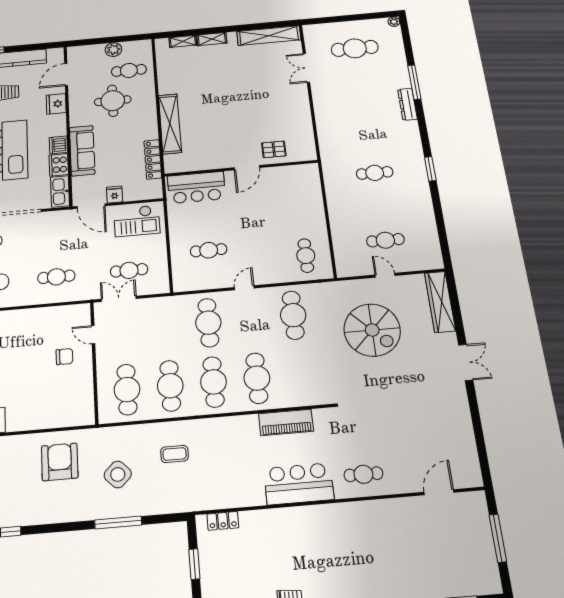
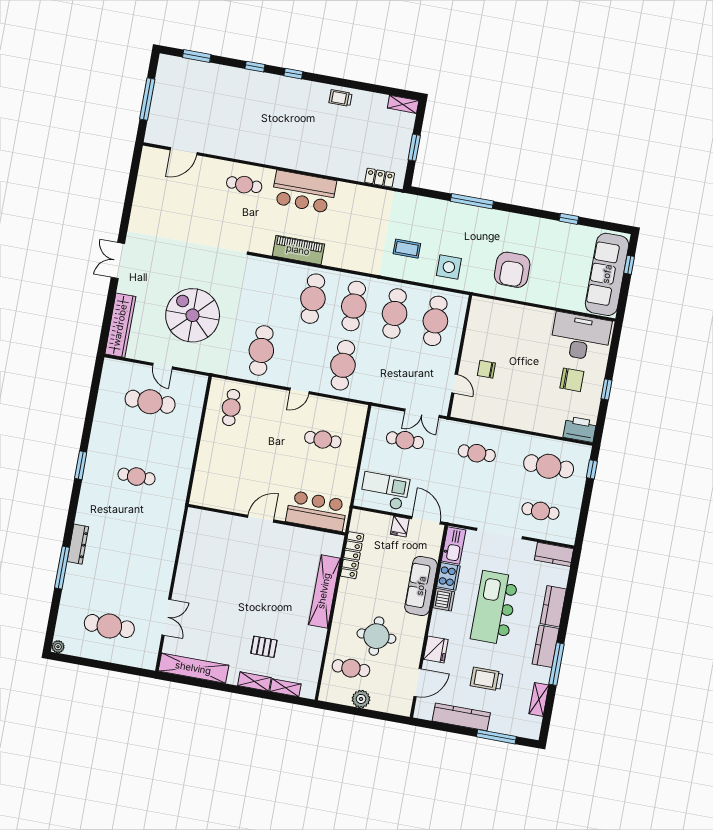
pallet: (274, 149) -> (264, 647), moved
cafe table: (385, 240) -> (150, 402), width x1.37, depth x1.35
side table: (118, 474) -> (449, 267), moved, turned 45

